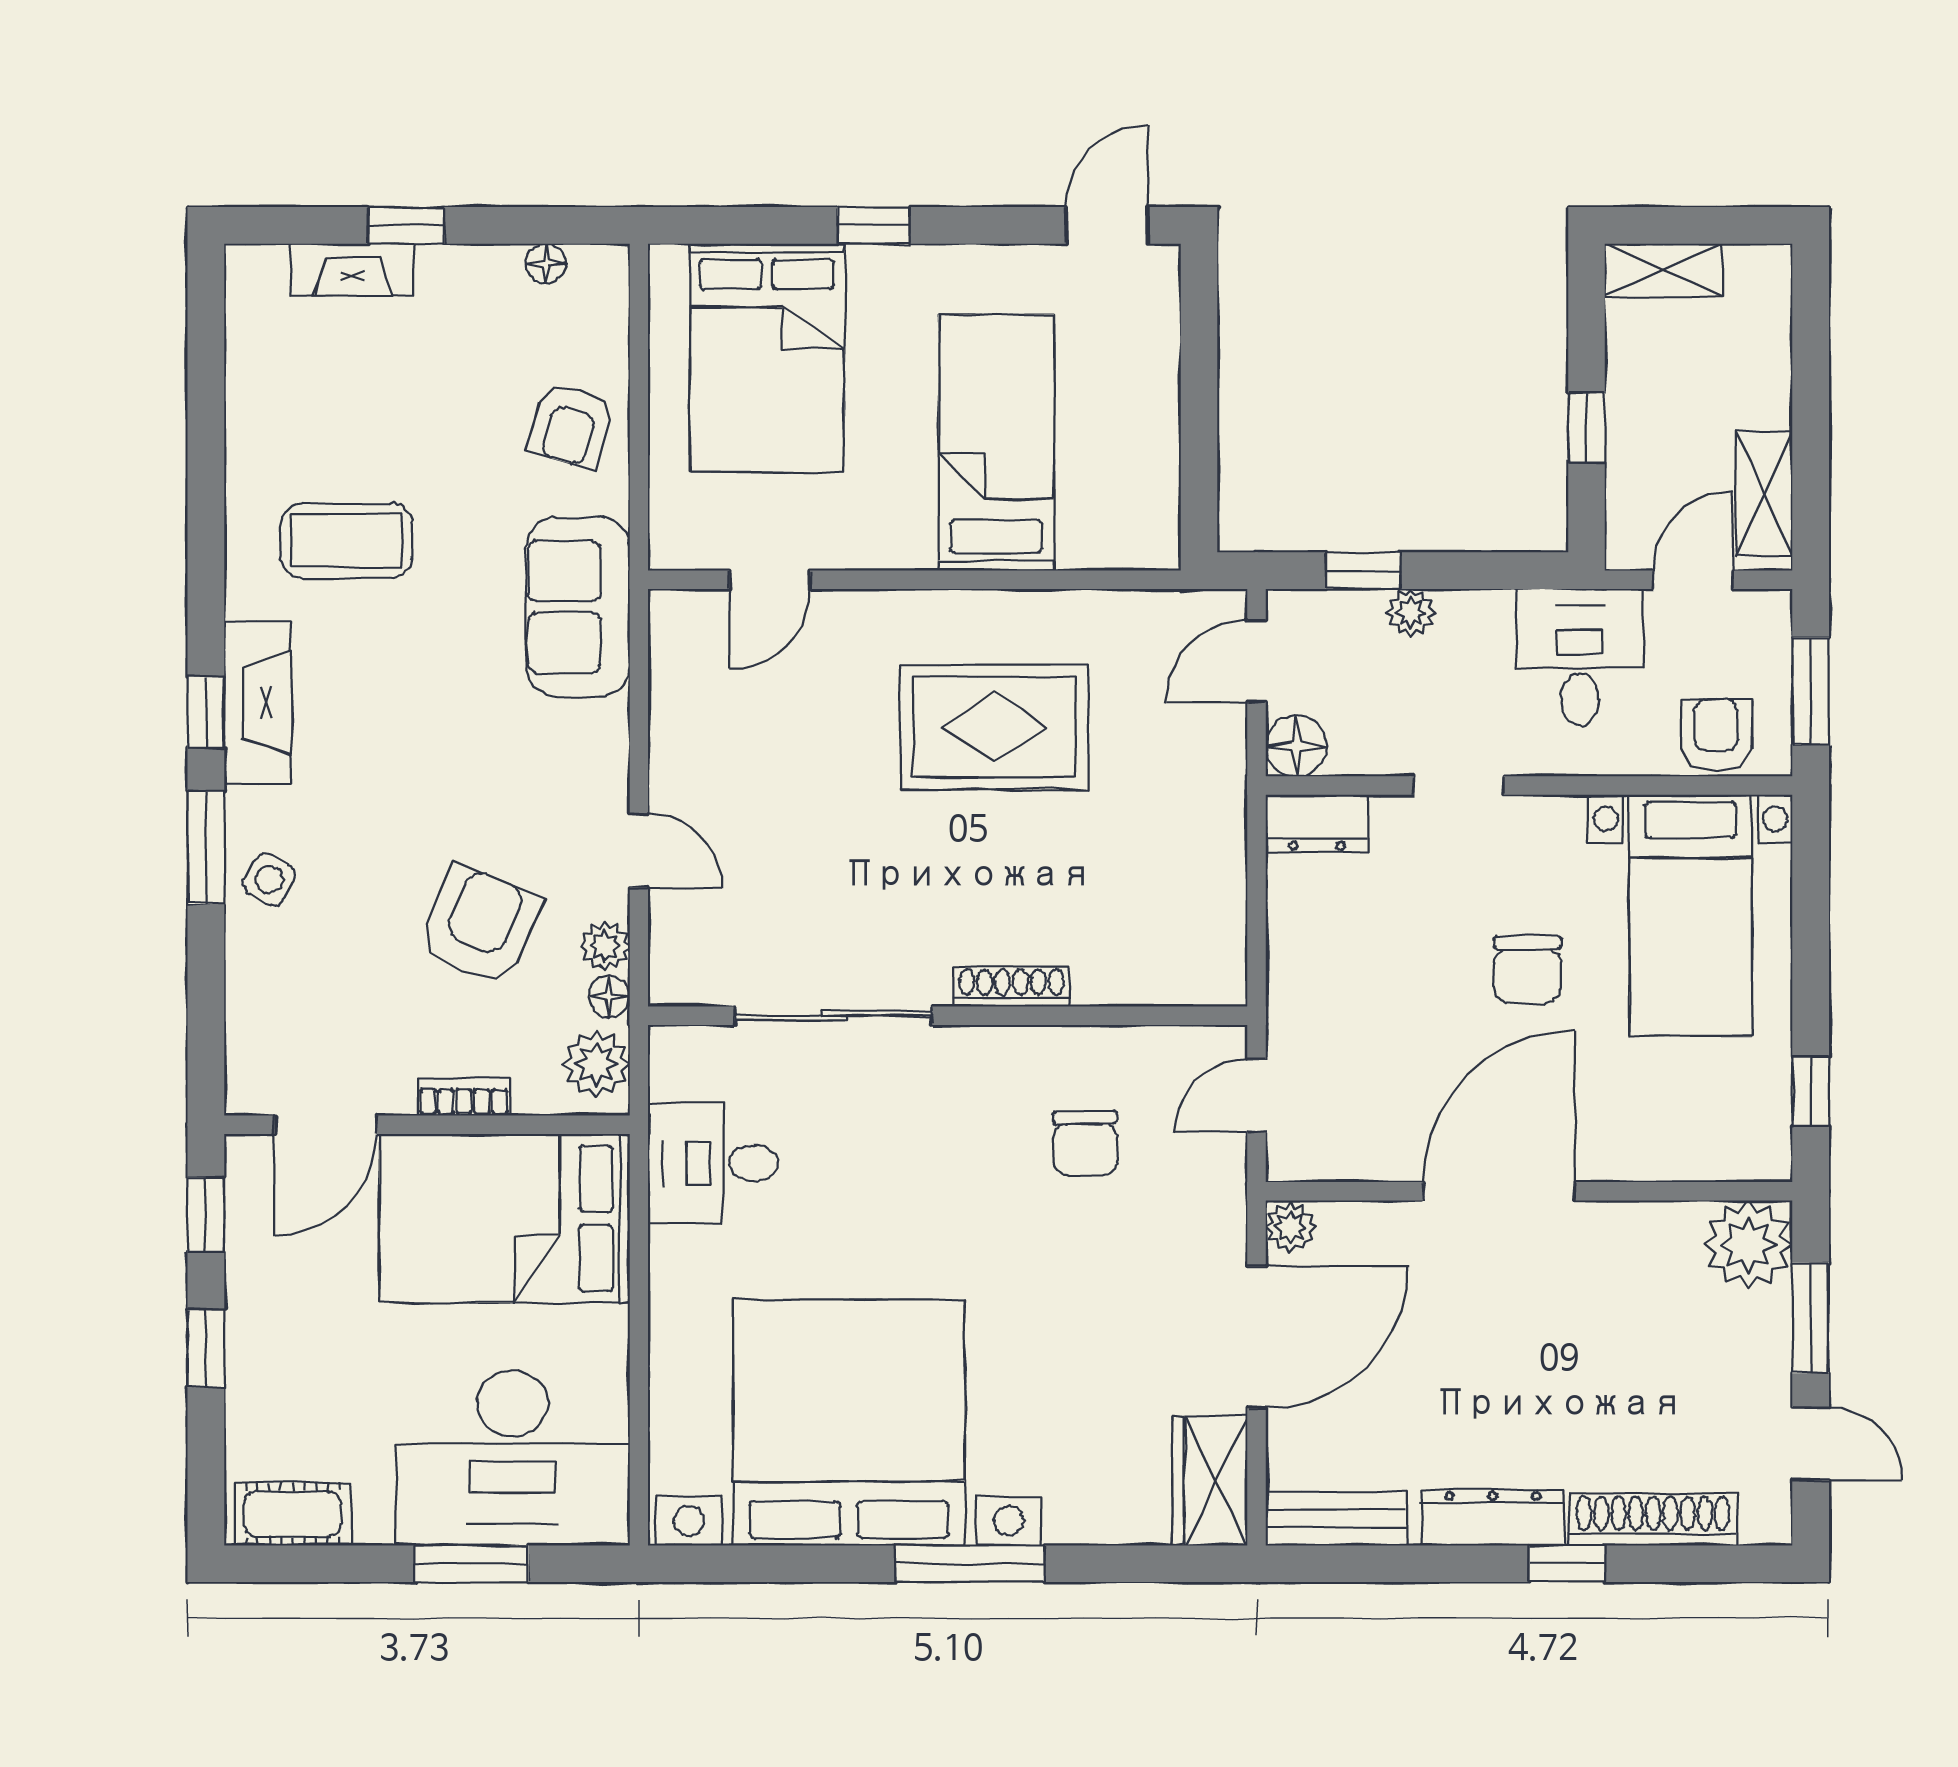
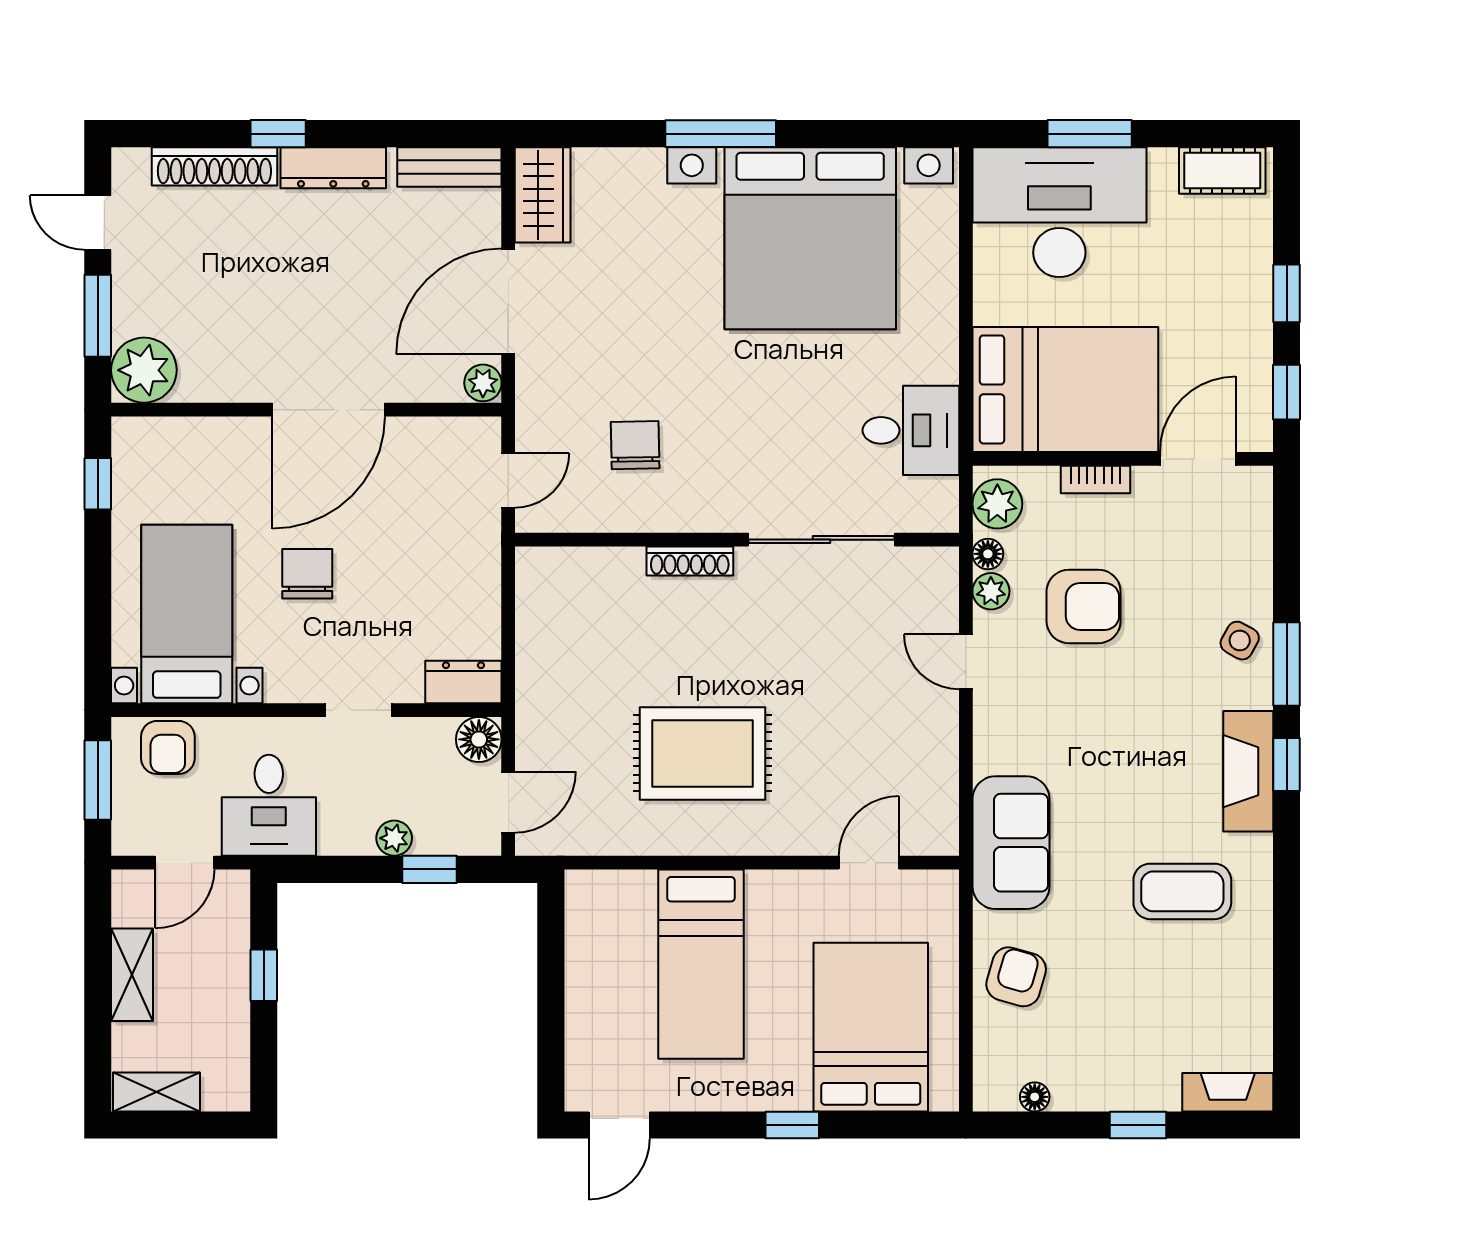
fireplace: (353, 270) -> (1228, 1092), moved
shelving: (1663, 270) -> (156, 1092), moved
shelving: (1764, 493) -> (132, 975), moved
armchair: (480, 925) -> (1084, 606), turned -113

